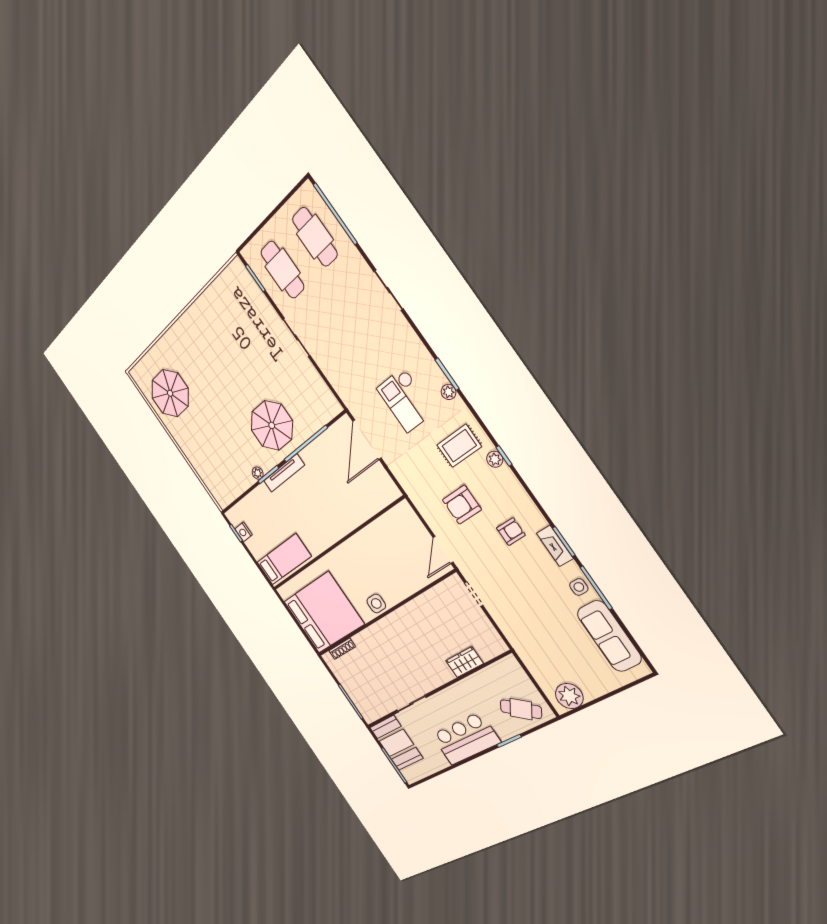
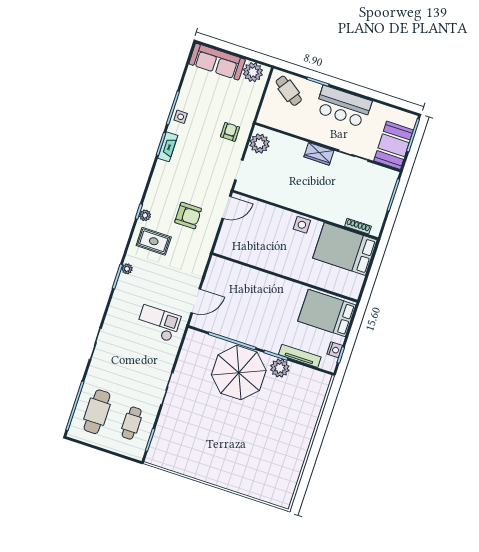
cafe table: (282, 270) -> (132, 423), width x0.73, depth x0.74
parasol: (170, 393) -> (277, 465), removed
checkout: (405, 400) -> (158, 323), moved, turned -90
parasol: (272, 425) -> (239, 373), width x1.36, depth x1.36
door: (367, 440) -> (196, 301), width x0.73
plant: (258, 473) -> (280, 368), width x1.88, depth x1.88
tv unit: (284, 473) -> (300, 356), moved
armchair: (511, 532) -> (230, 132), moved, turned 90
bed: (284, 559) -> (327, 313), width x1.50
bed: (324, 613) -> (345, 249), width x0.73
plant: (487, 636) -> (259, 144), added
sofa: (609, 636) -> (217, 62), moved, turned 90
wardrobe: (464, 662) -> (319, 154), moved

